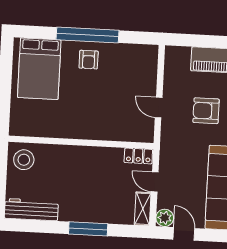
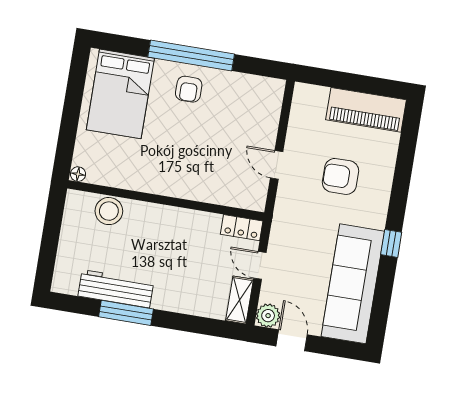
floor lamp: (15, 130) -> (78, 174), added
stool: (24, 160) -> (109, 211), moved
workbench: (31, 210) -> (116, 289), moved
window: (88, 229) -> (126, 313), moved

